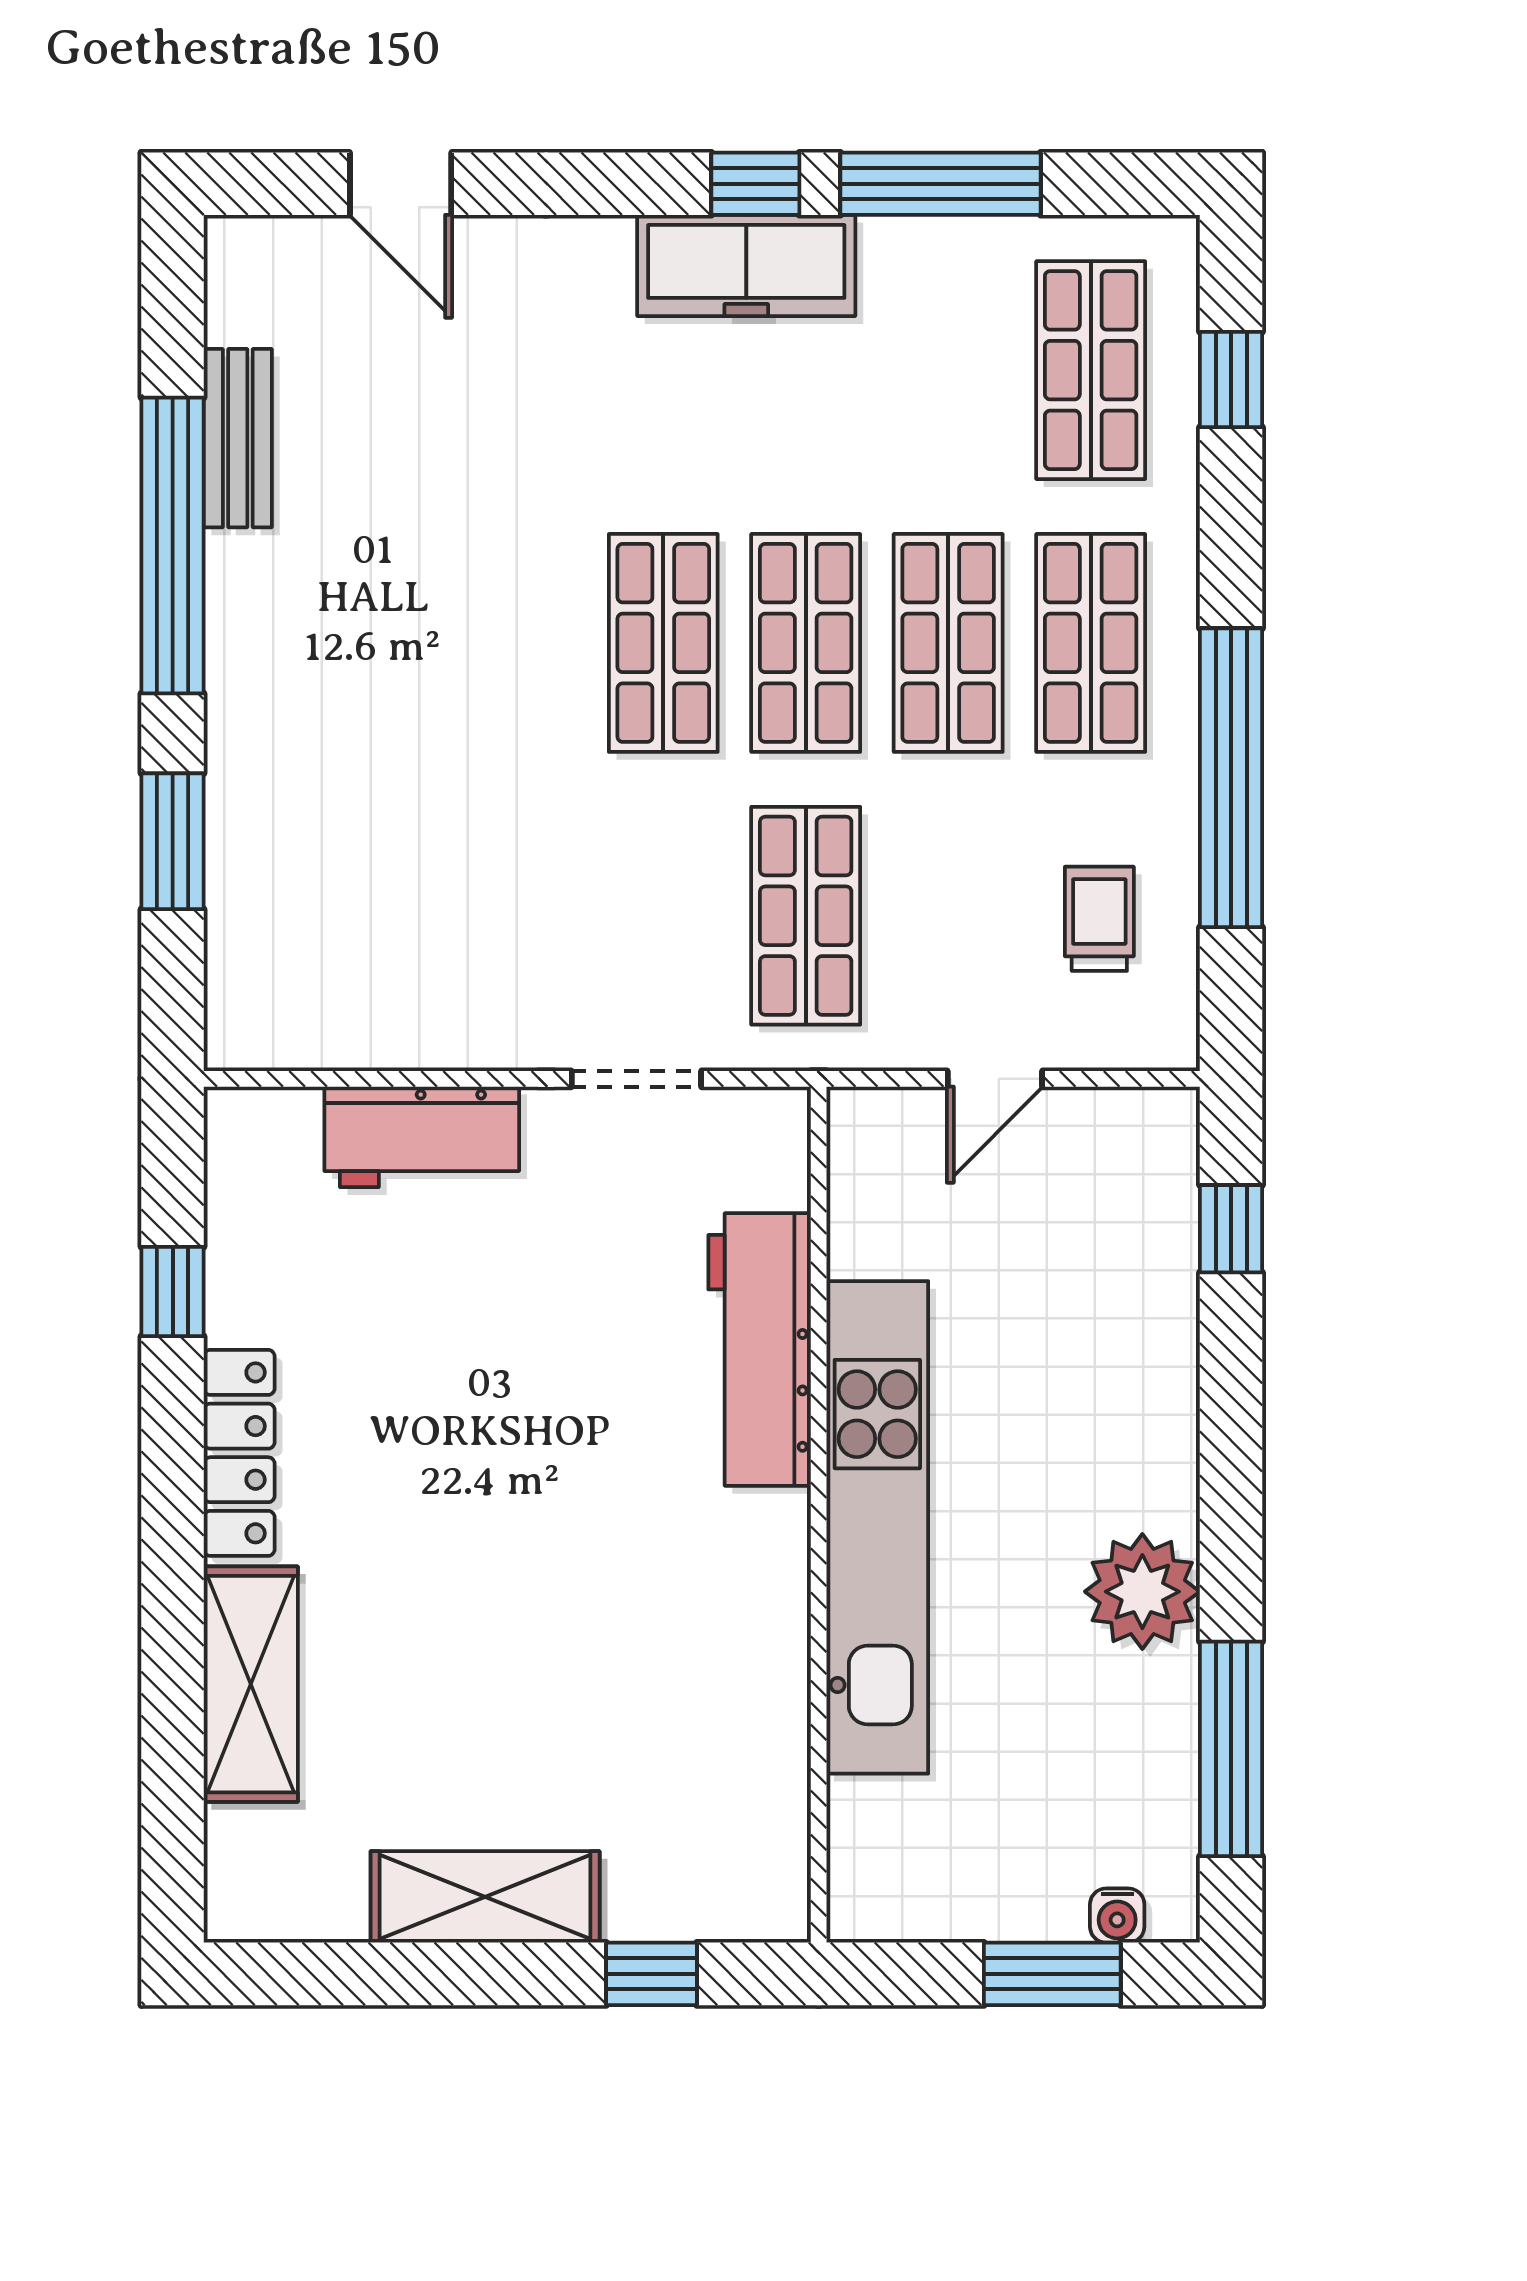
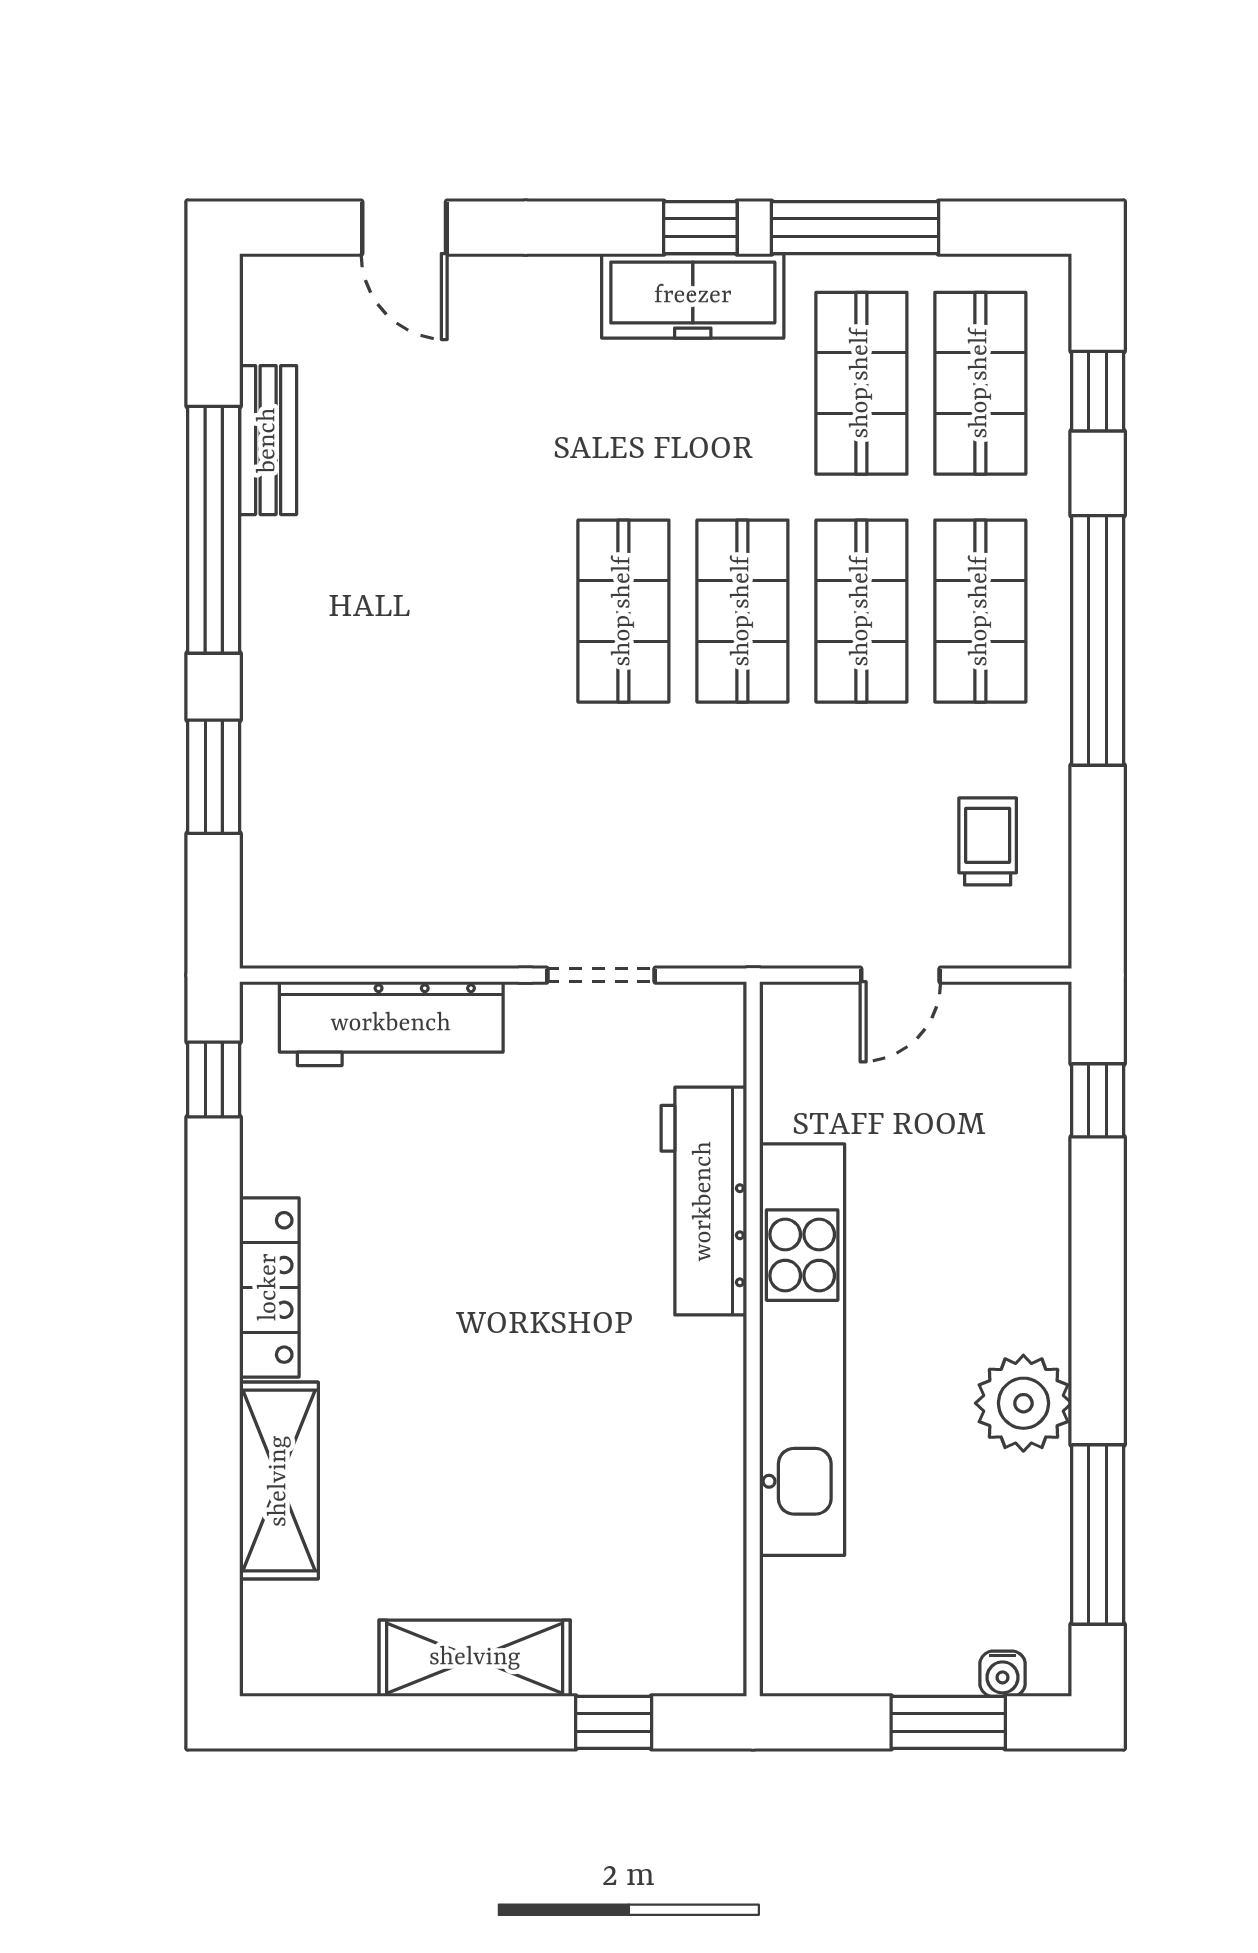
window: (1231, 778) -> (1098, 640), moved
shop shelf: (806, 916) -> (861, 383), moved
workbench: (422, 1137) -> (391, 1024), width x1.38
window: (173, 1292) -> (214, 1079), moved

